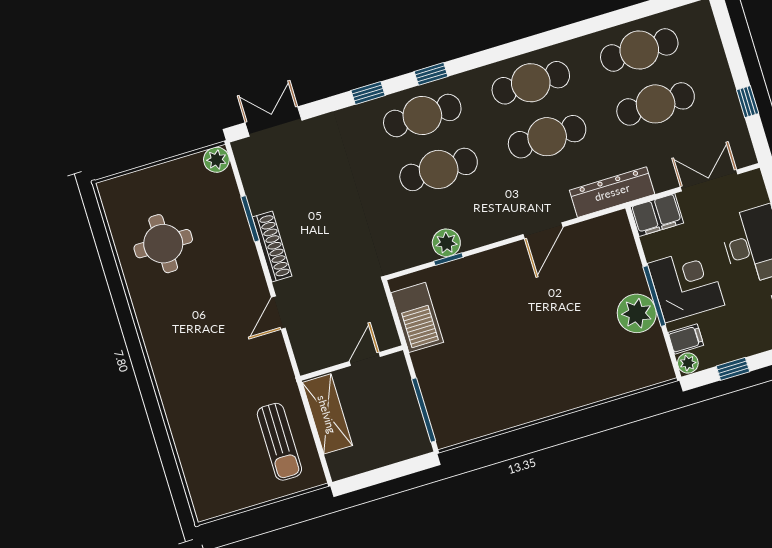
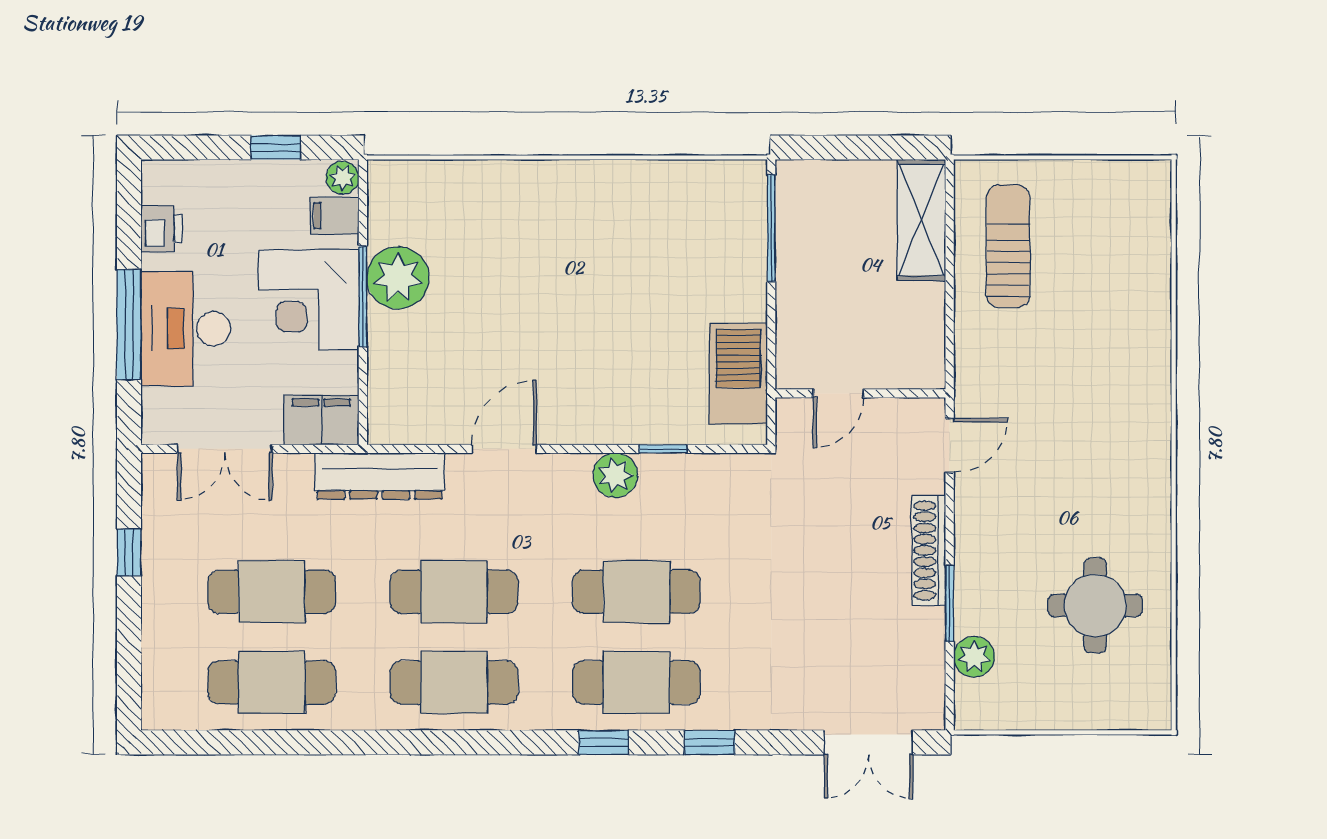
plant: (216, 160) -> (974, 657), moved
plant: (446, 243) -> (615, 475), moved
door: (365, 359) -> (838, 393), moved
wall: (352, 363) -> (860, 393), moved
shelving: (327, 414) -> (922, 220), moved

